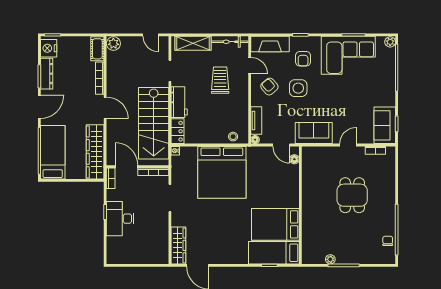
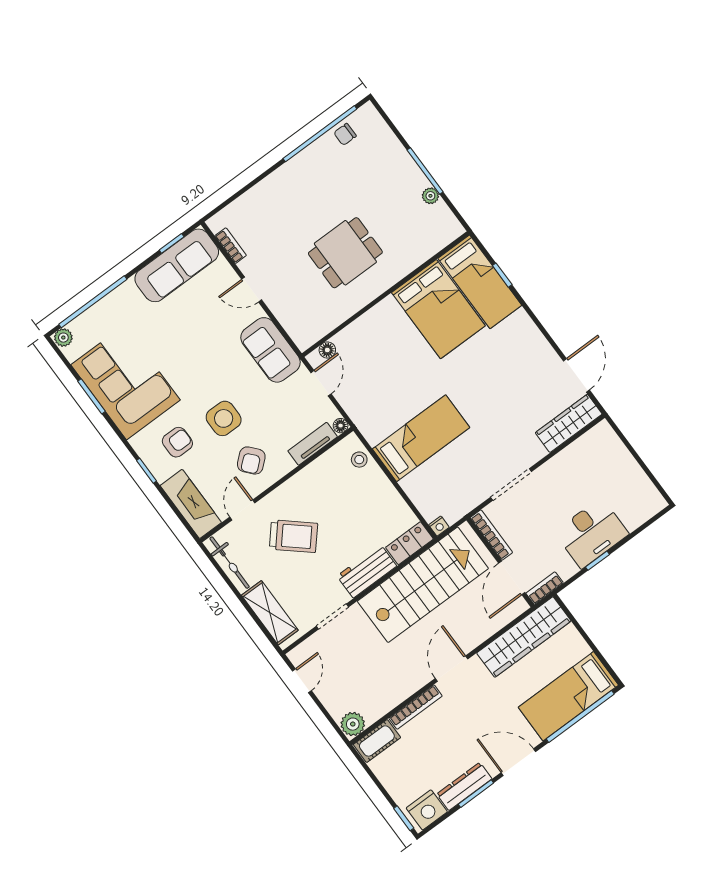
trolley: (220, 80) -> (293, 536), turned -139
sofa: (385, 125) -> (177, 265), width x1.36
bed: (222, 172) -> (421, 438), width x0.49
dining table: (352, 195) -> (345, 253), moved

